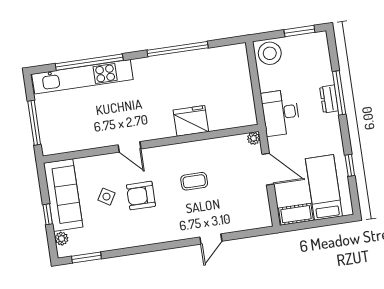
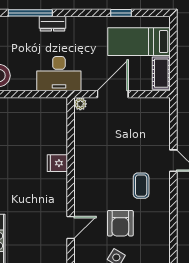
window: (339, 93) -> (30, 13), moved
fridge: (191, 121) -> (57, 163), width x0.53, depth x0.75
coffee table: (194, 181) -> (141, 186), moved

